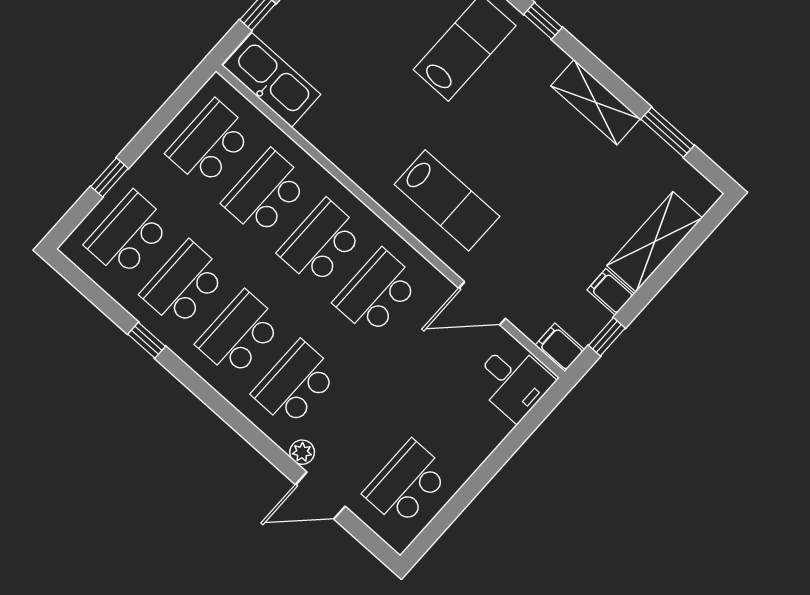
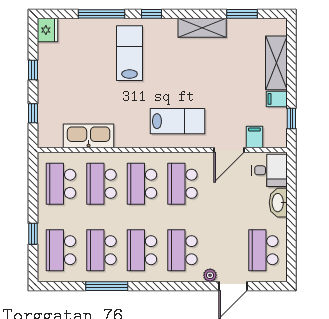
kitchen sink: (272, 80) -> (89, 136), moved
window: (147, 340) -> (107, 286), width x2.17
filing cabinet: (560, 347) -> (254, 137), moved, turned 90
washbasin: (485, 436) -> (278, 203), added

